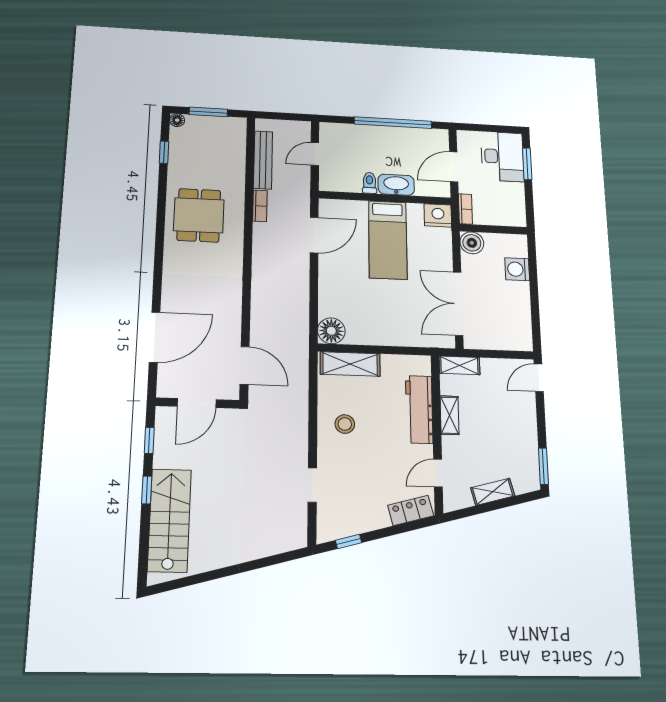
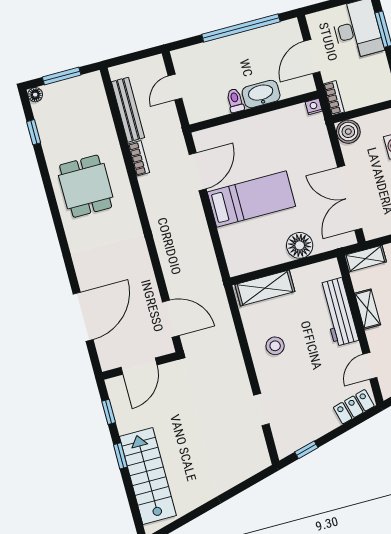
nightstand: (438, 215) -> (314, 107), width x0.53, depth x0.56
bed: (388, 240) -> (251, 199), moved, turned -90
floor lamp: (331, 331) -> (300, 245), moved

